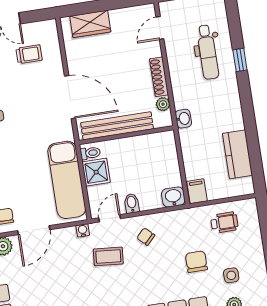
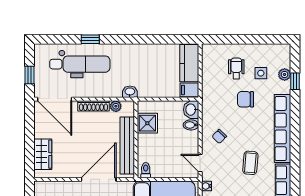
door: (160, 28) -> (55, 99), width x1.87
dental chair: (208, 52) -> (80, 64), width x1.36, depth x1.38
kitchen counter: (237, 154) -> (189, 63), moved, turned 90
shower: (96, 172) -> (147, 123), moved
bidet: (132, 203) -> (191, 125), moved
wheelchair: (224, 222) -> (236, 68), moved
coffee table: (108, 256) -> (250, 163), moved

